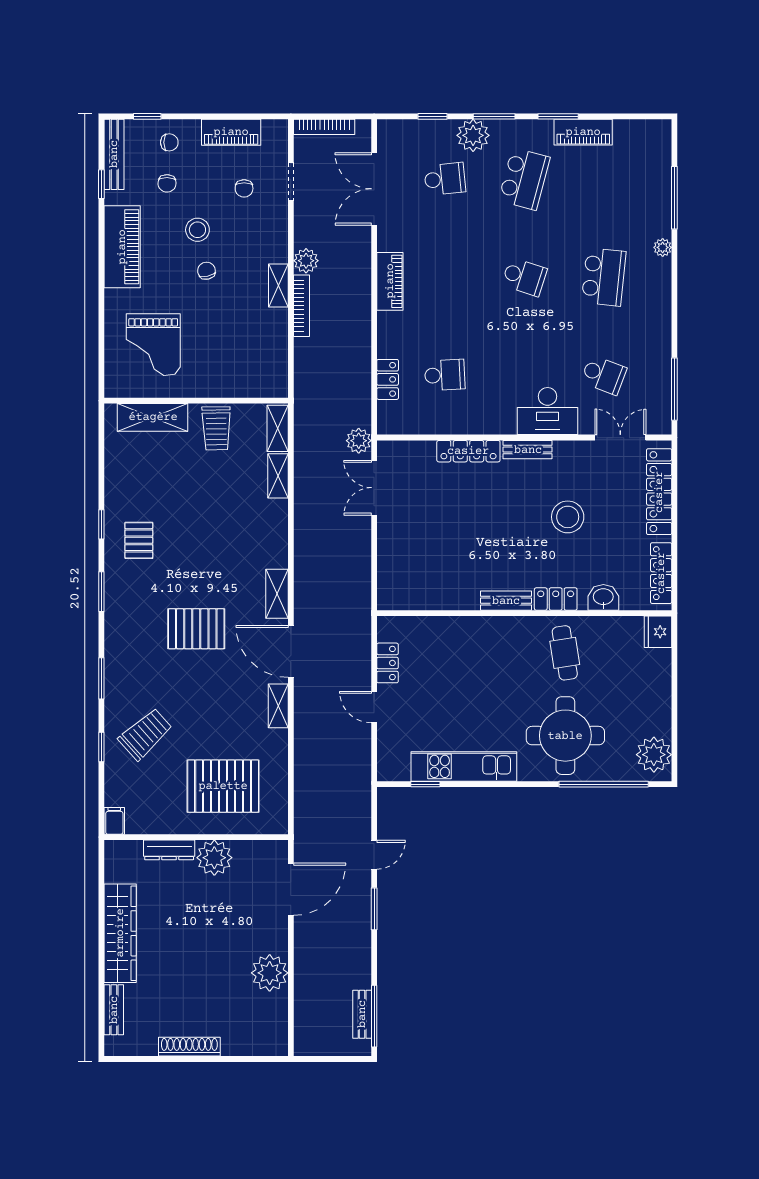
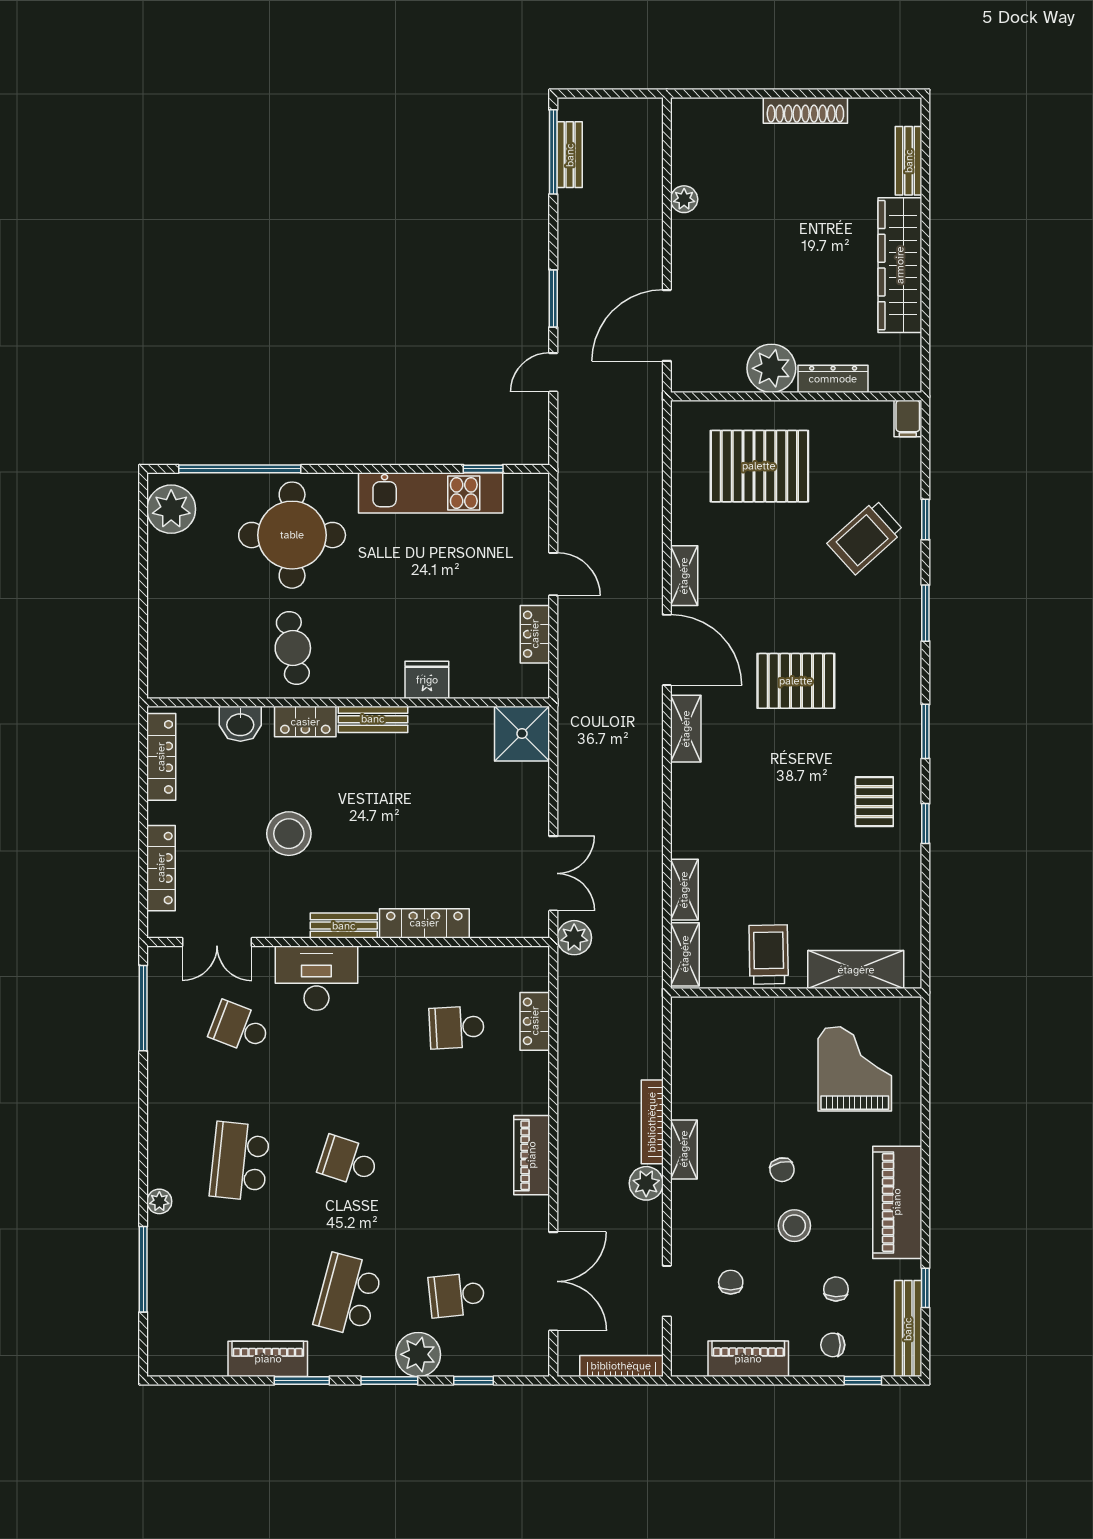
locker: (659, 492) -> (161, 868), width x0.71, depth x0.83
shower: (397, 590) -> (522, 734), added
fridge: (658, 632) -> (427, 680), moved, turned -90
plant: (270, 973) -> (684, 199), width x0.53, depth x0.53

